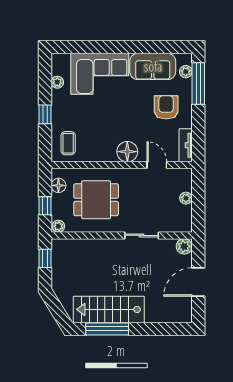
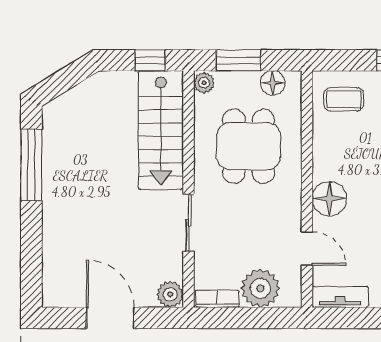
door: (157, 165) -> (307, 249), hinge flipped
plant: (186, 198) -> (260, 288), width x1.88, depth x1.88
window: (45, 206) -> (238, 60), width x1.50
bookcase: (187, 218) -> (217, 299), added
stairs: (109, 309) -> (161, 130), moved, turned 180

